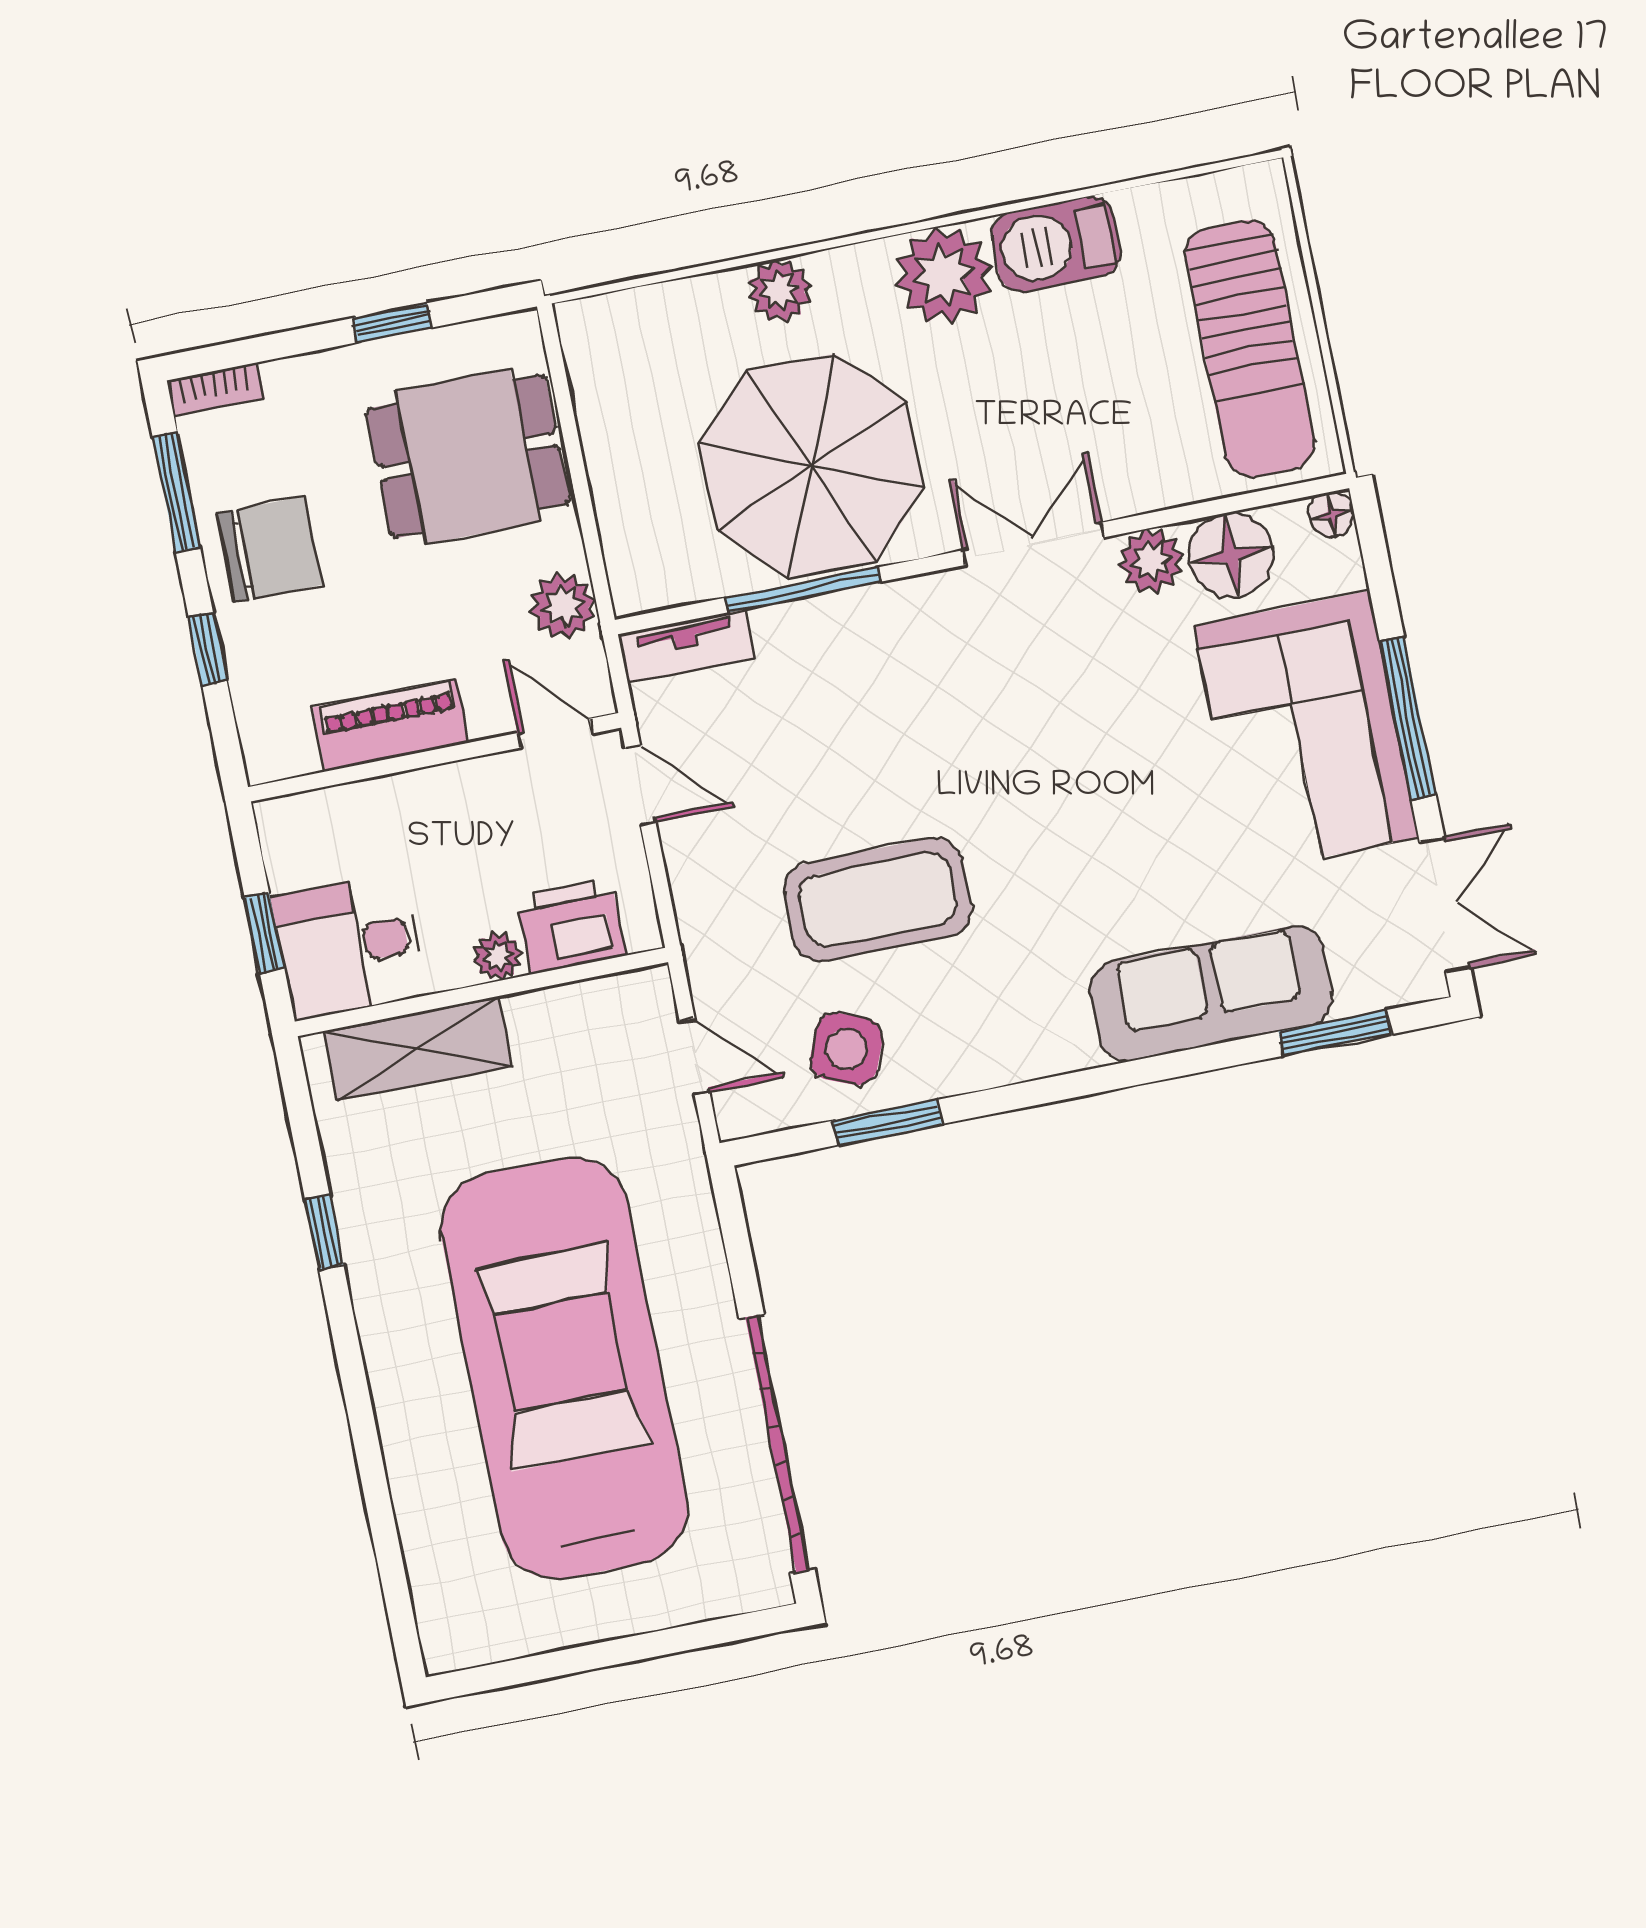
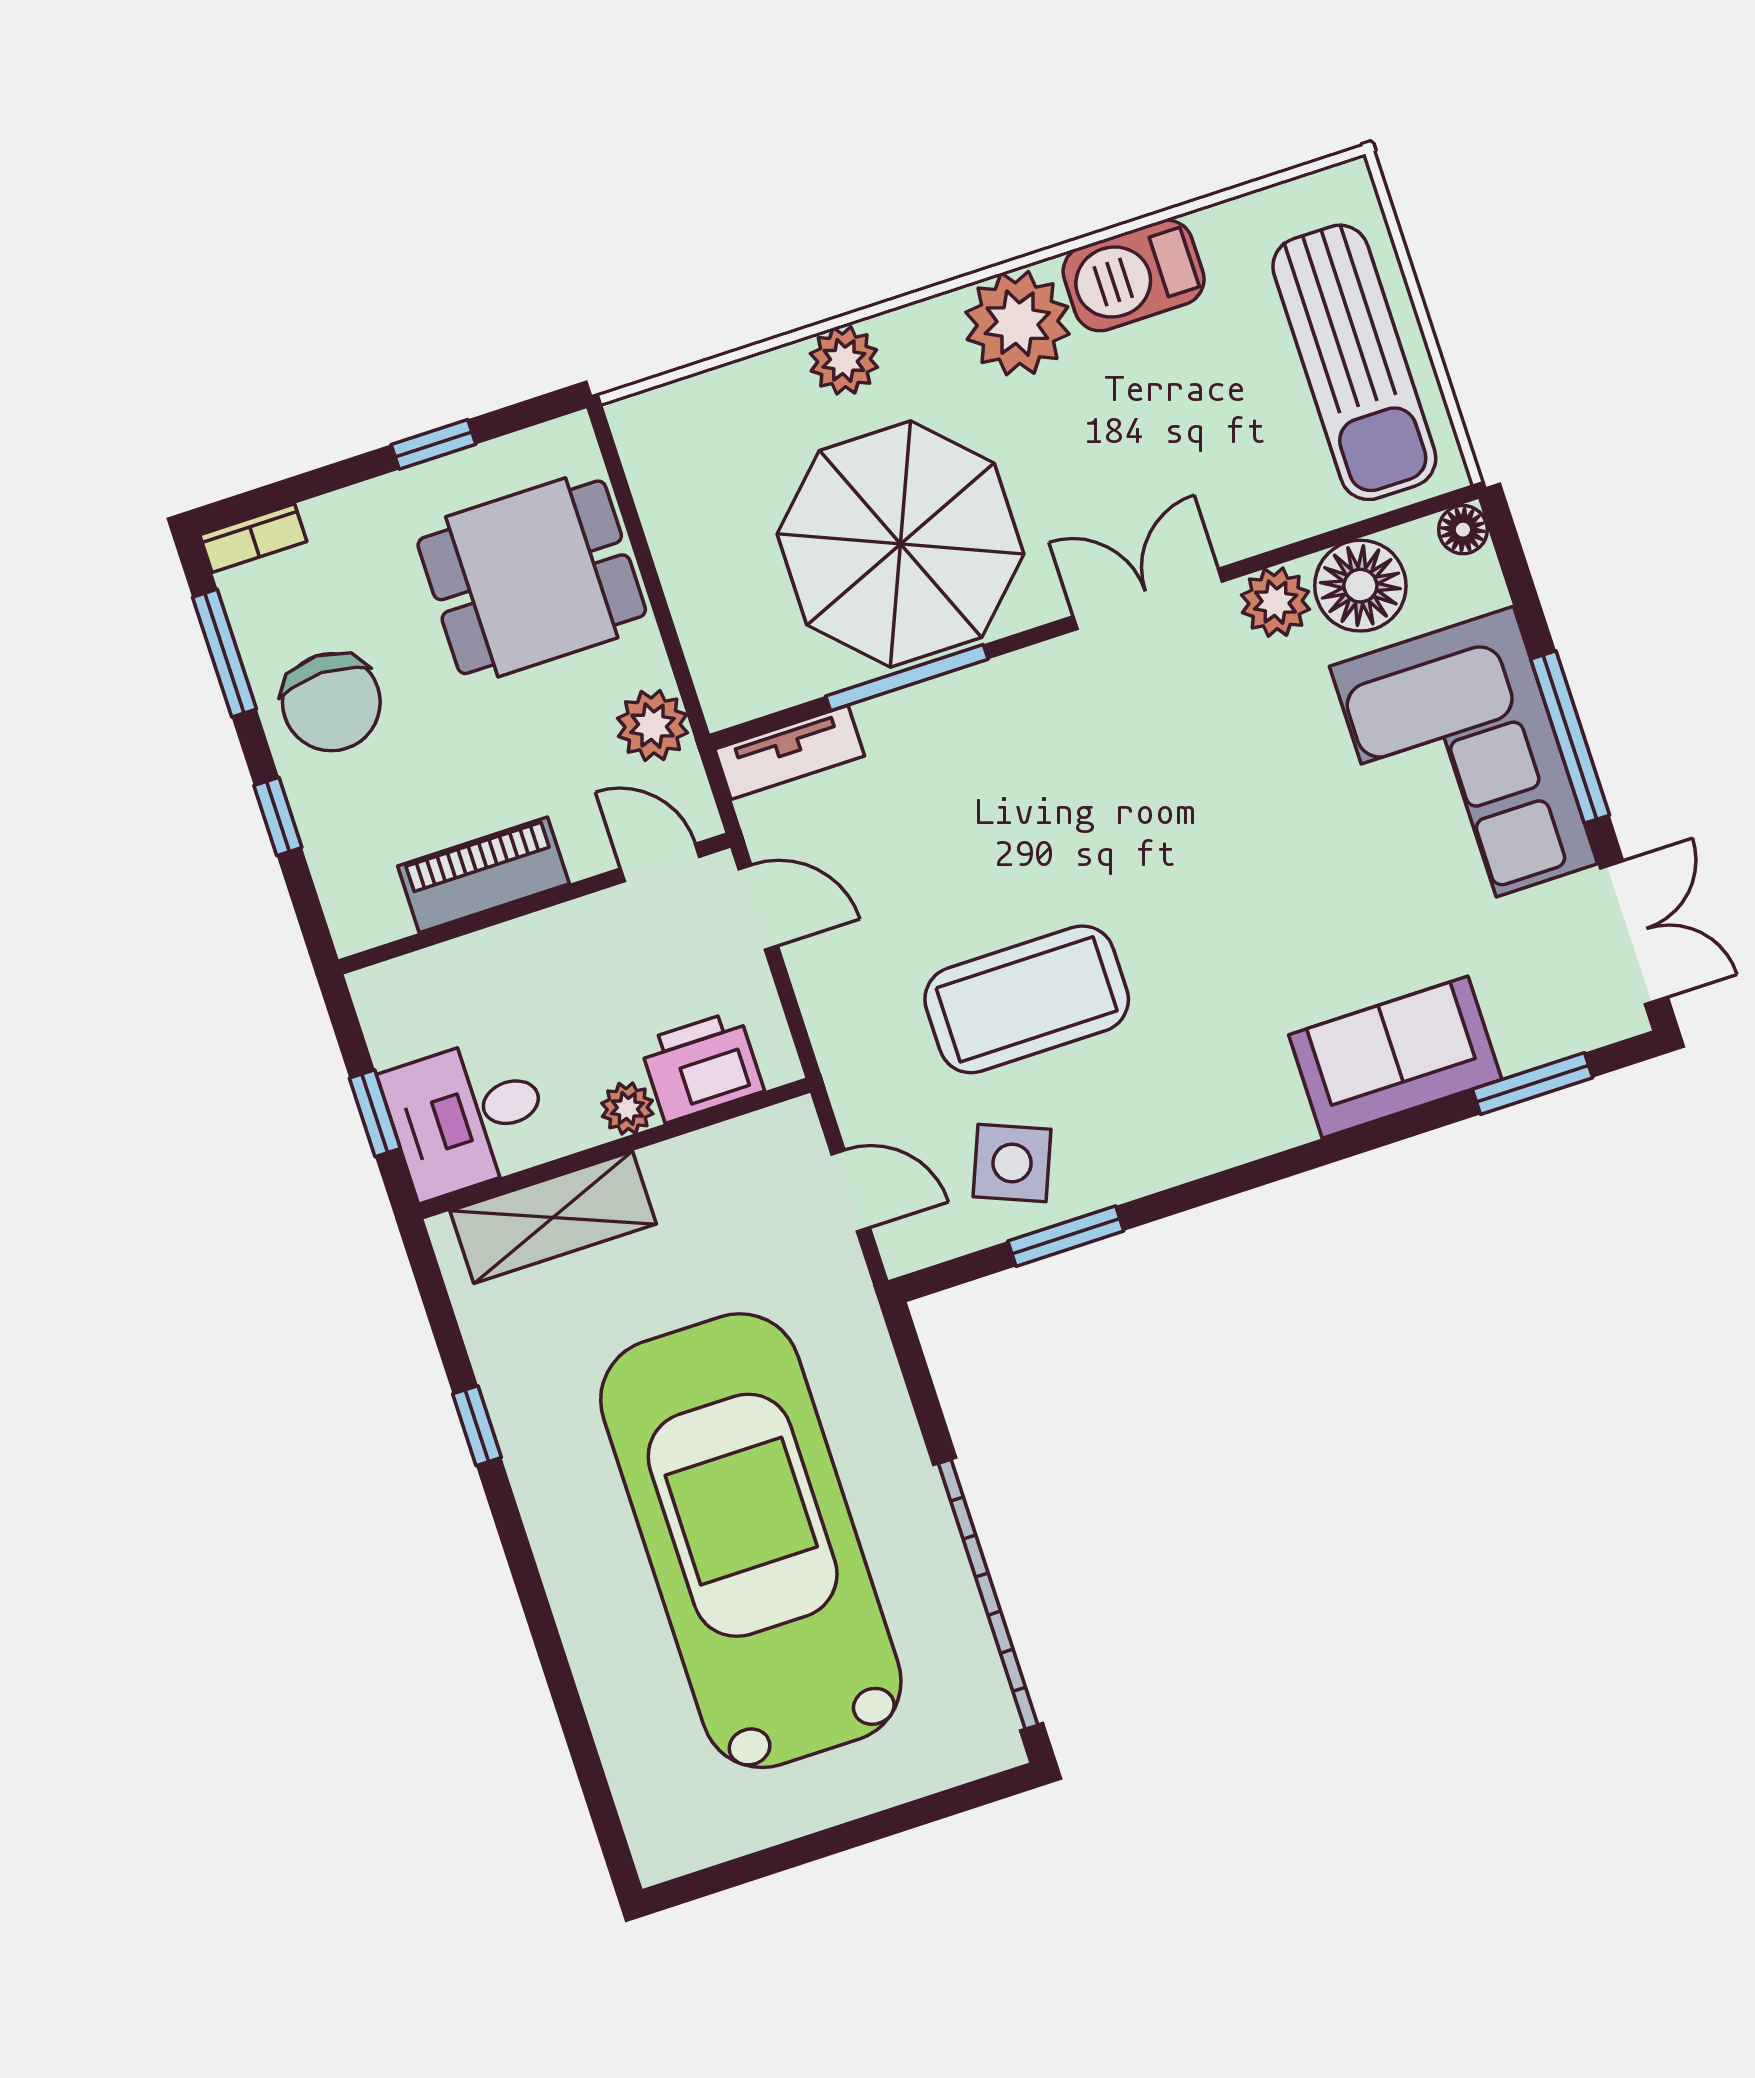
chair: (270, 549) -> (331, 702), turned 90
sofa: (1211, 993) -> (1395, 1057), width x0.73

